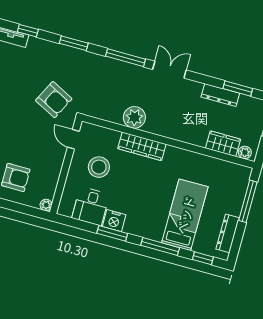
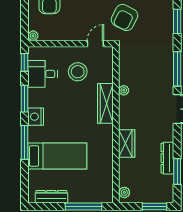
plant: (134, 117) -> (124, 90), width x0.53, depth x0.53
wardrobe: (223, 144) -> (127, 143), moved
nightstand: (114, 221) -> (36, 117), moved
window: (203, 258) -> (24, 62), moved

